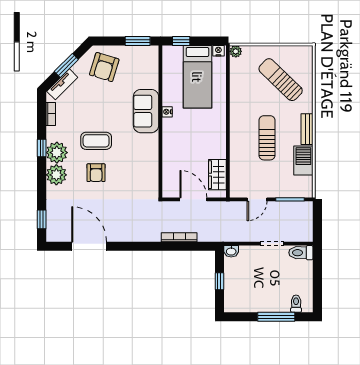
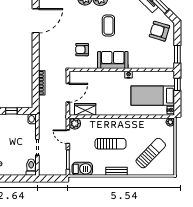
sofa: (146, 111) -> (113, 60), moved
barbecue: (303, 160) -> (82, 169), moved
armchair: (96, 173) -> (82, 50), moved
plant: (238, 190) -> (75, 124), added

